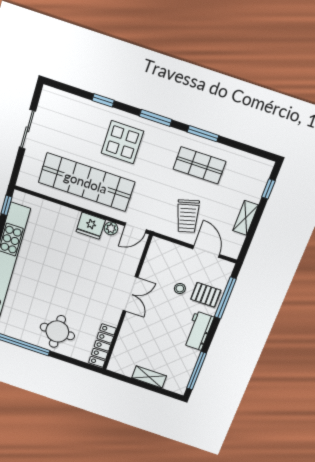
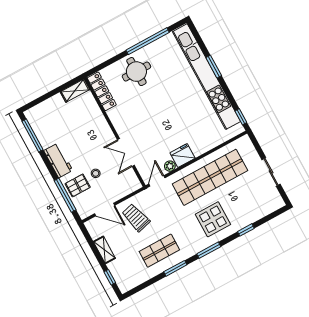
double door: (130, 294) -> (126, 153), moved
shelving: (149, 377) -> (75, 91), moved

